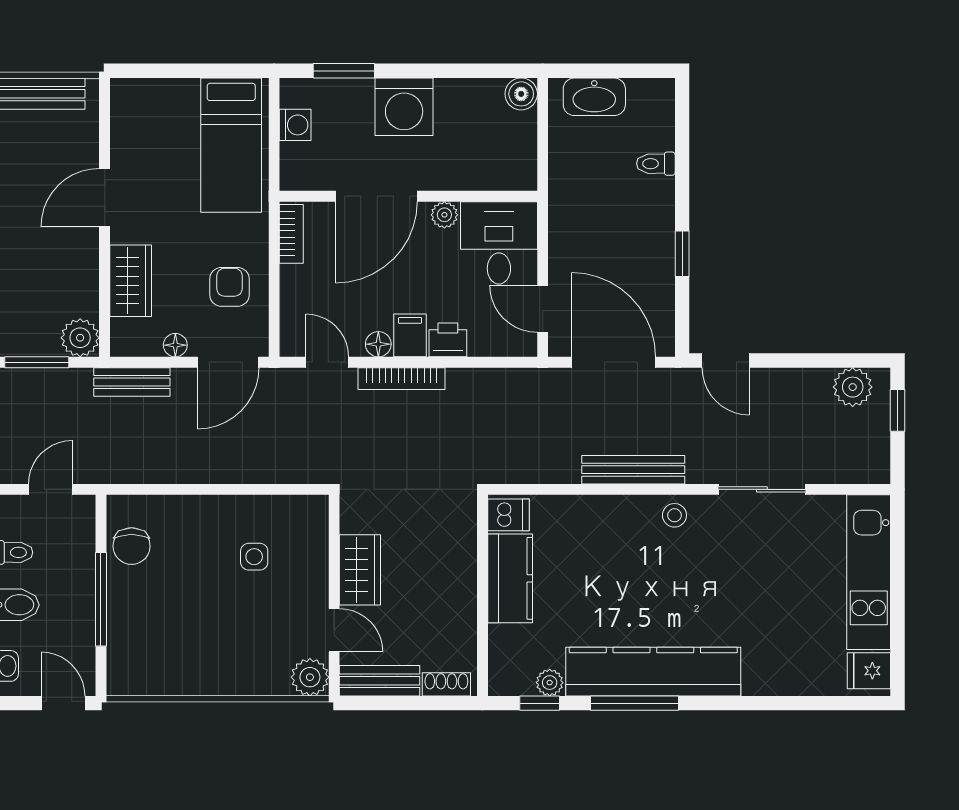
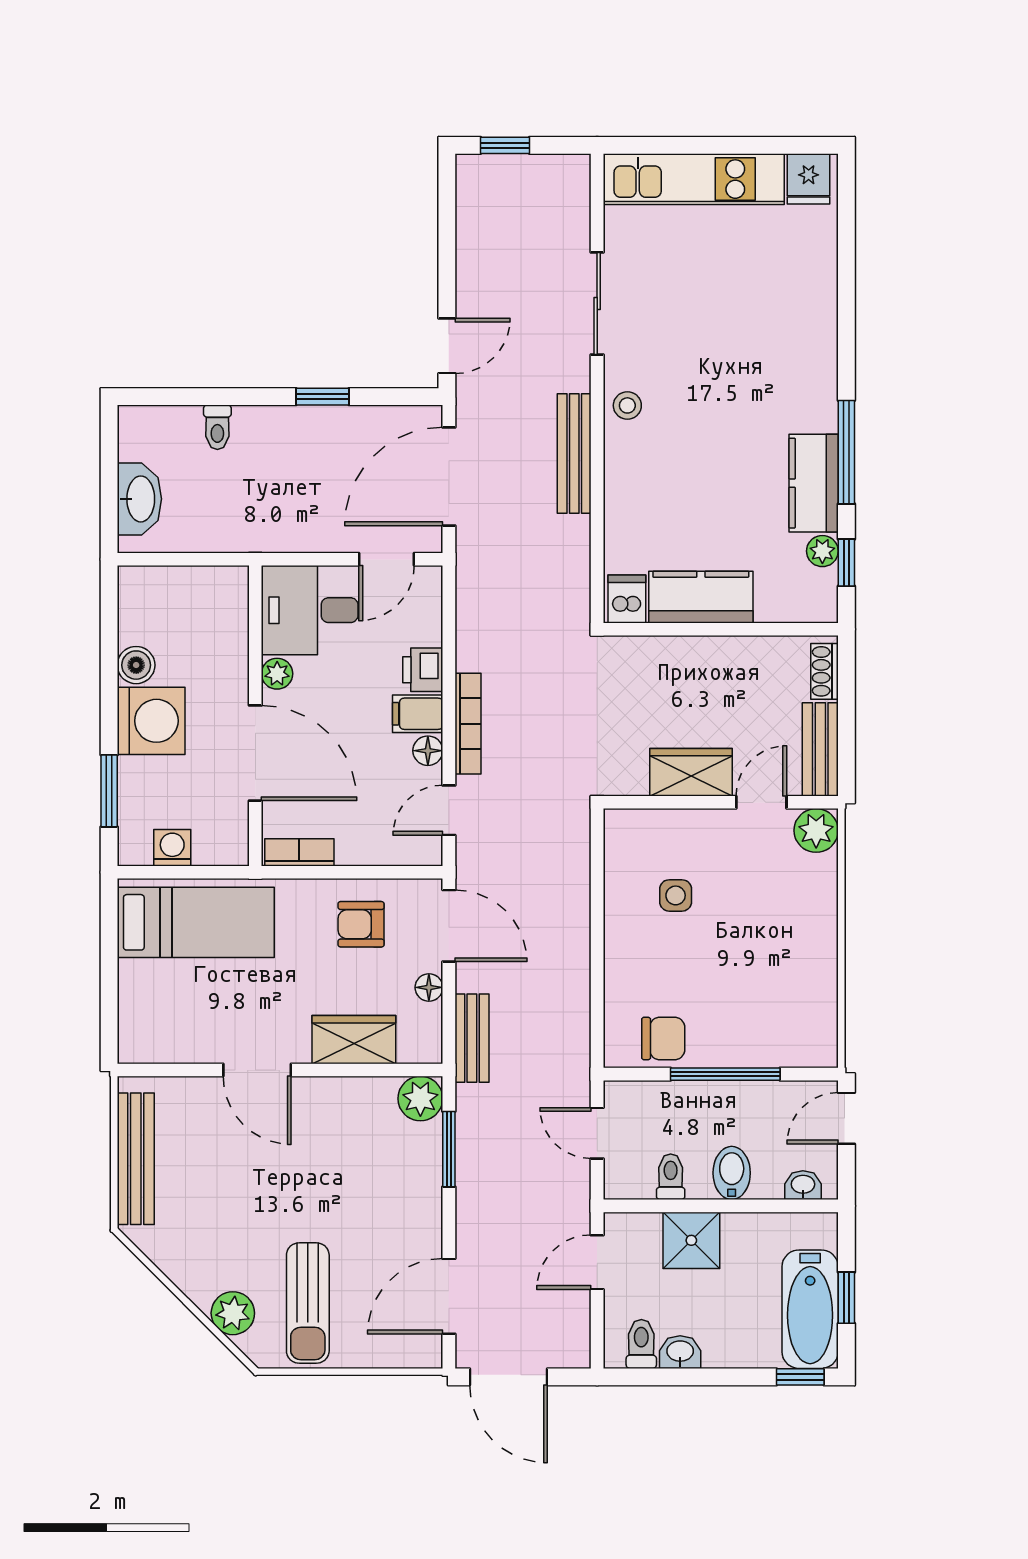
boiler: (521, 94) -> (136, 665), moved
plant: (853, 387) -> (478, 198), removed
kitchen counter: (653, 672) -> (814, 483), width x0.48, depth x0.86

